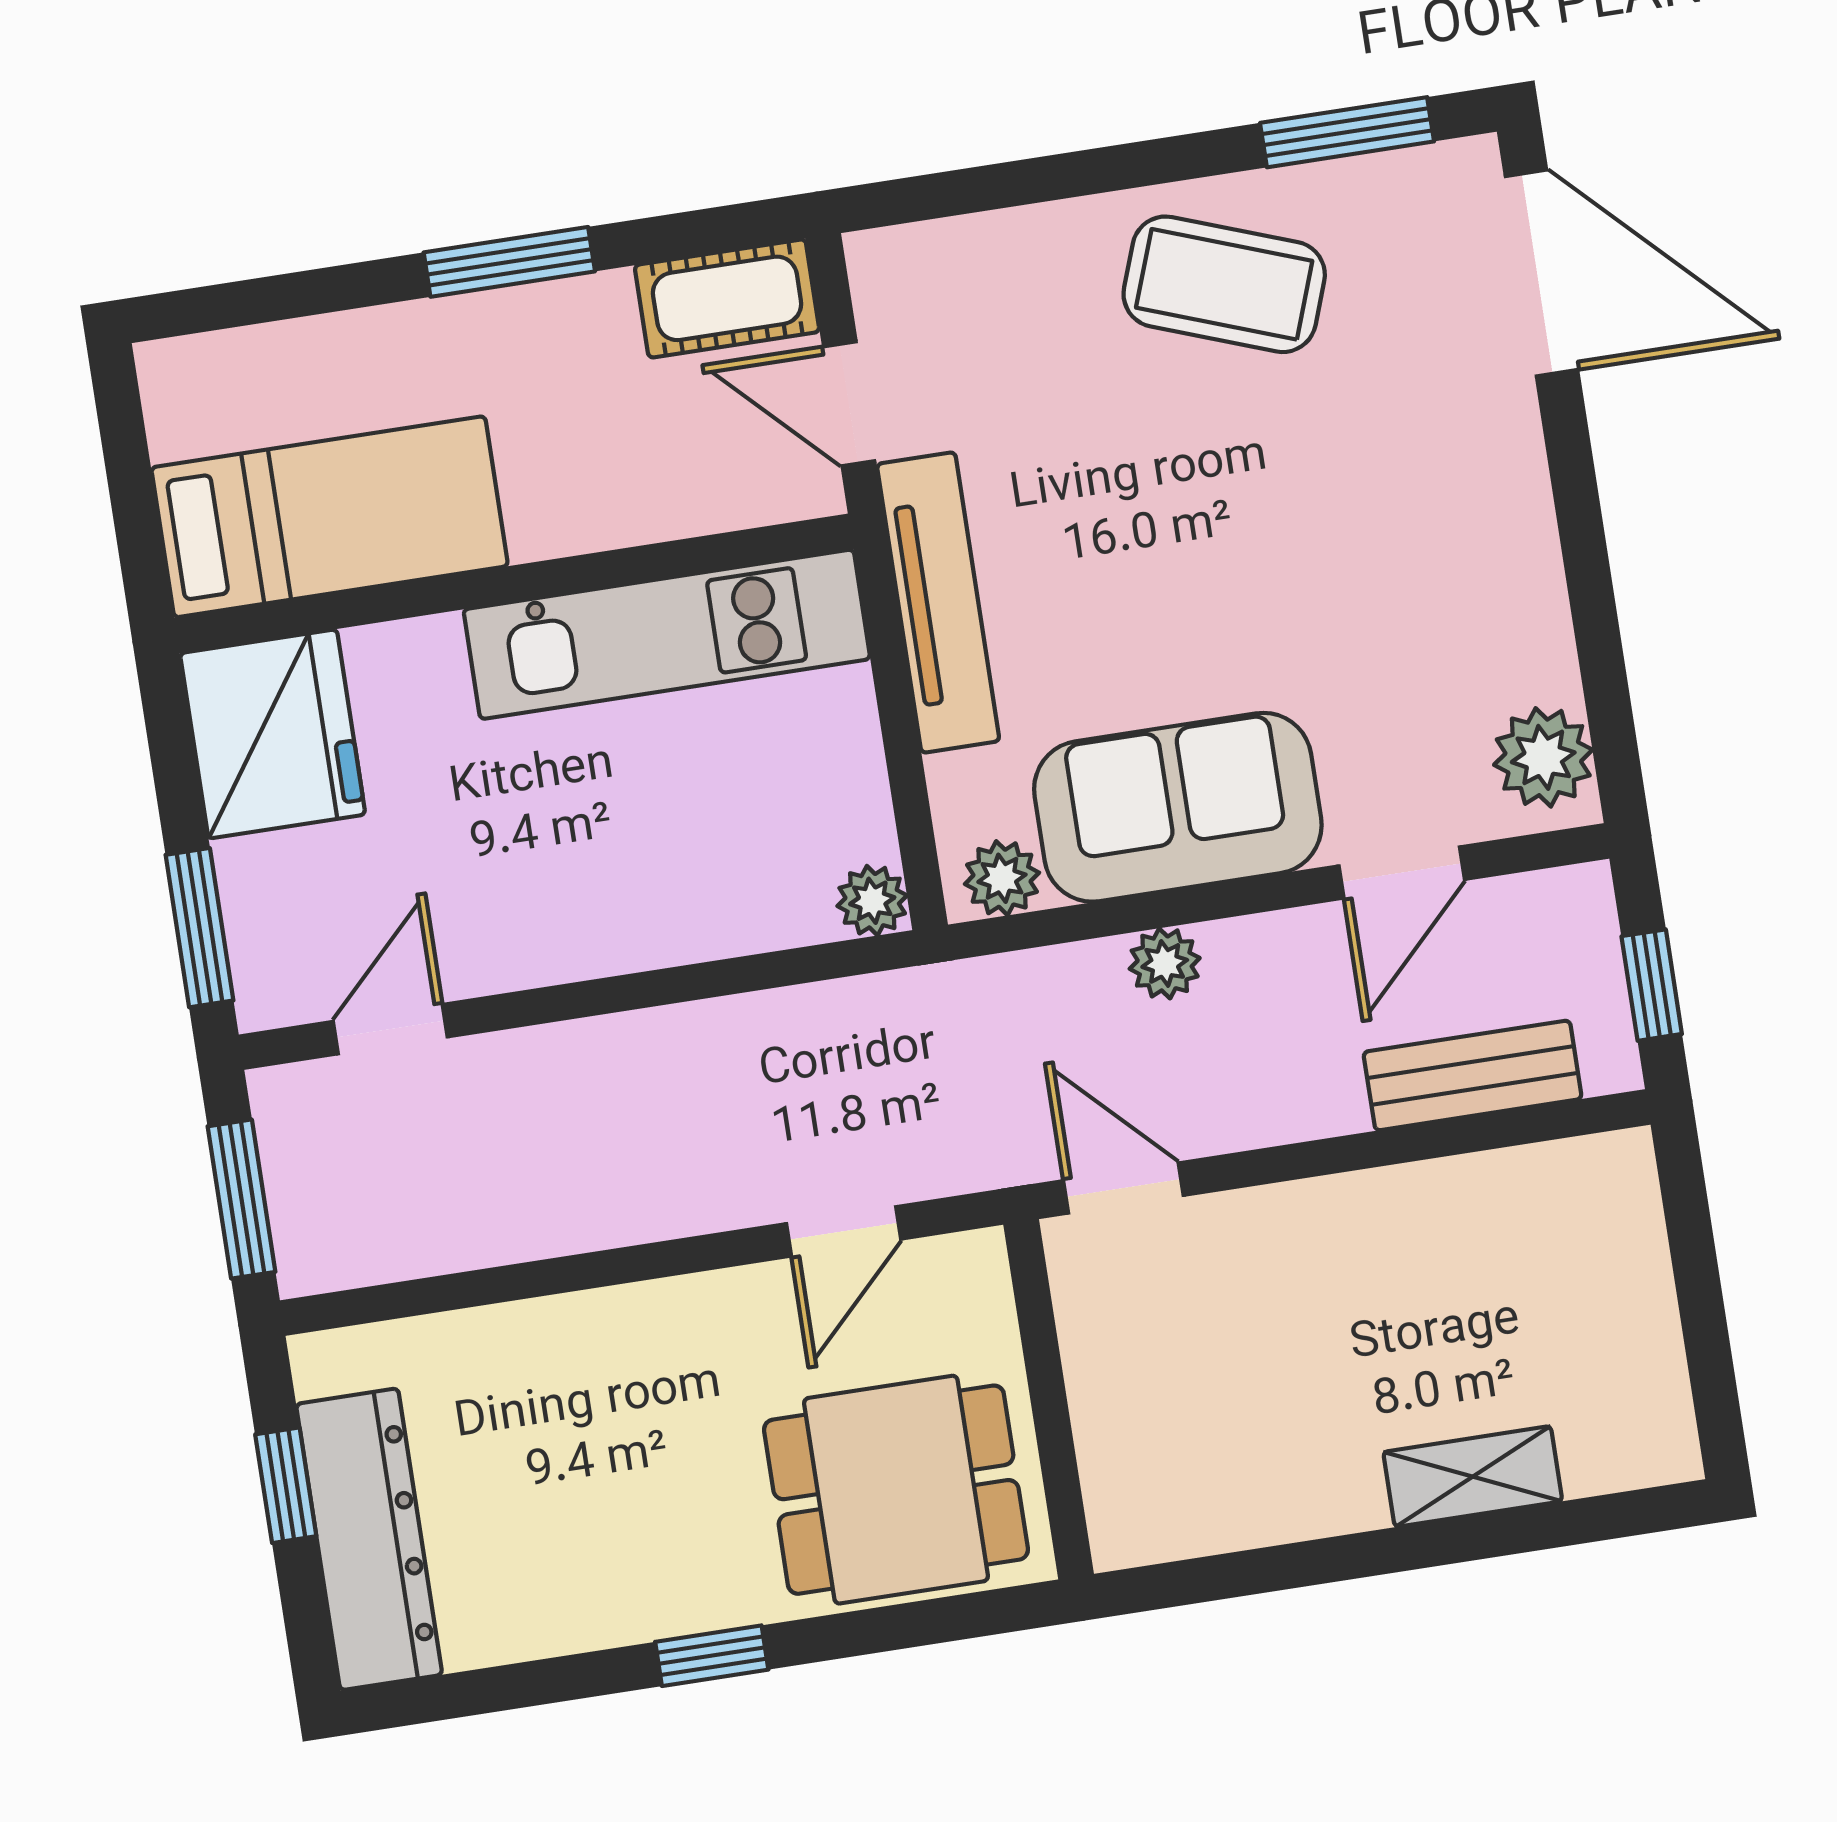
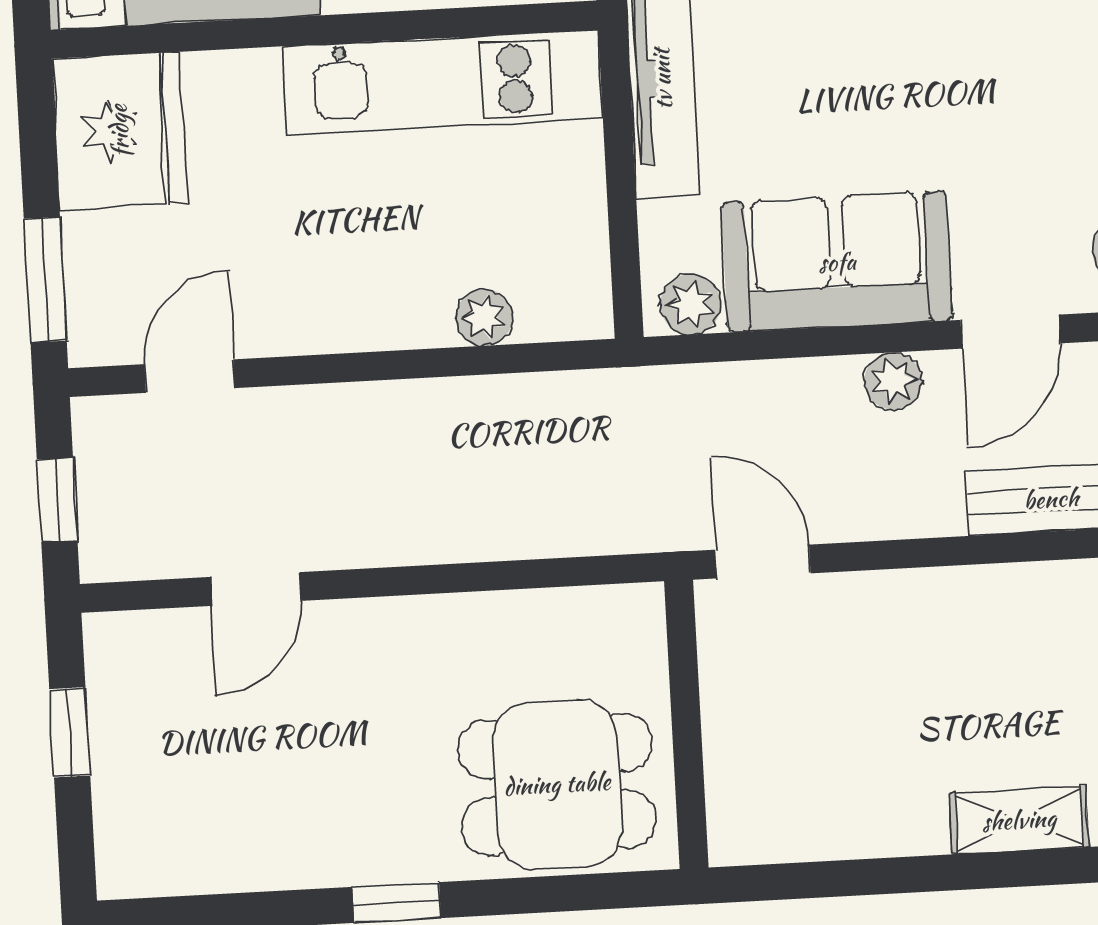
plant: (872, 901) -> (484, 317), moved
plant: (1165, 963) -> (893, 381), moved
window: (241, 1199) -> (57, 500), width x0.67
door: (844, 1231) -> (256, 589), moved
dresser: (369, 1539) -> (132, 782), removed

